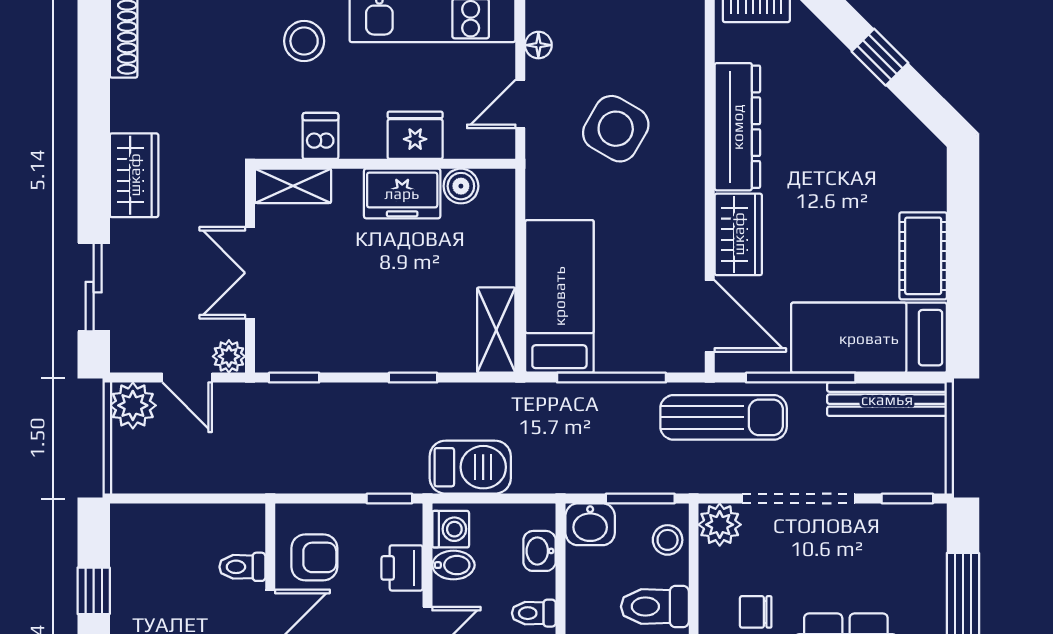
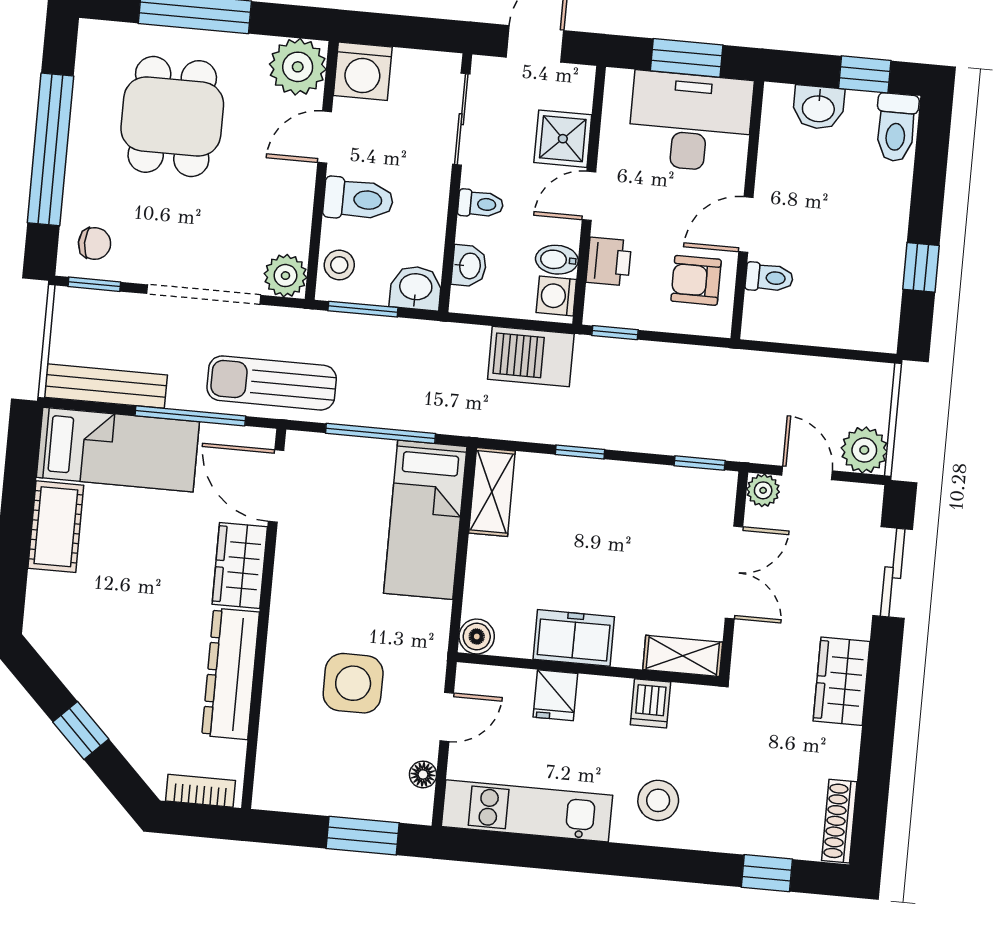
side table: (616, 129) -> (353, 683), turned -30
fridge: (415, 135) -> (555, 695), width x0.72
boiler: (461, 186) -> (477, 637), moved
chair: (756, 612) -> (95, 243), moved

